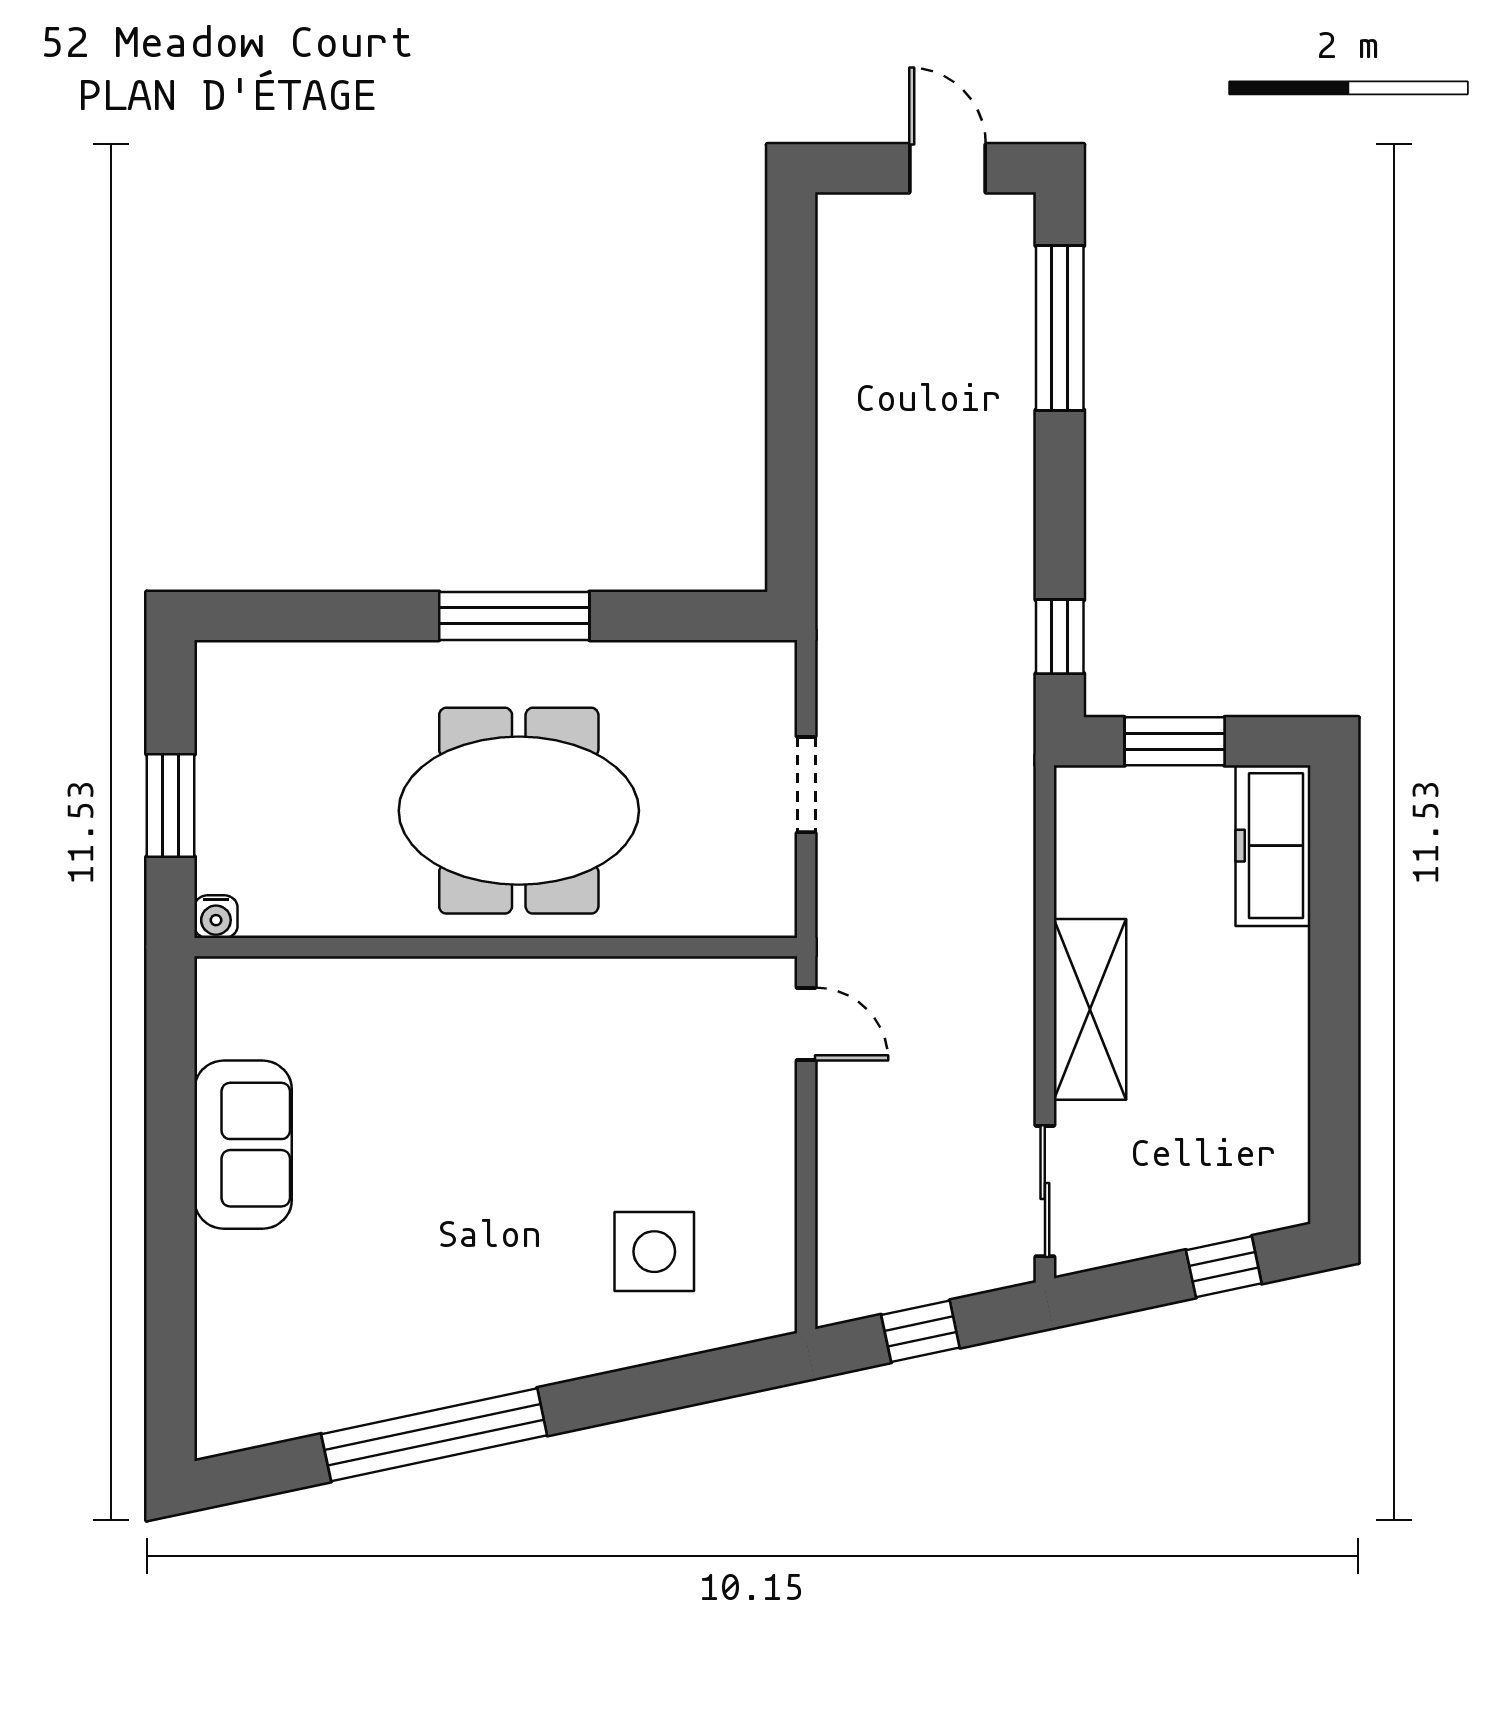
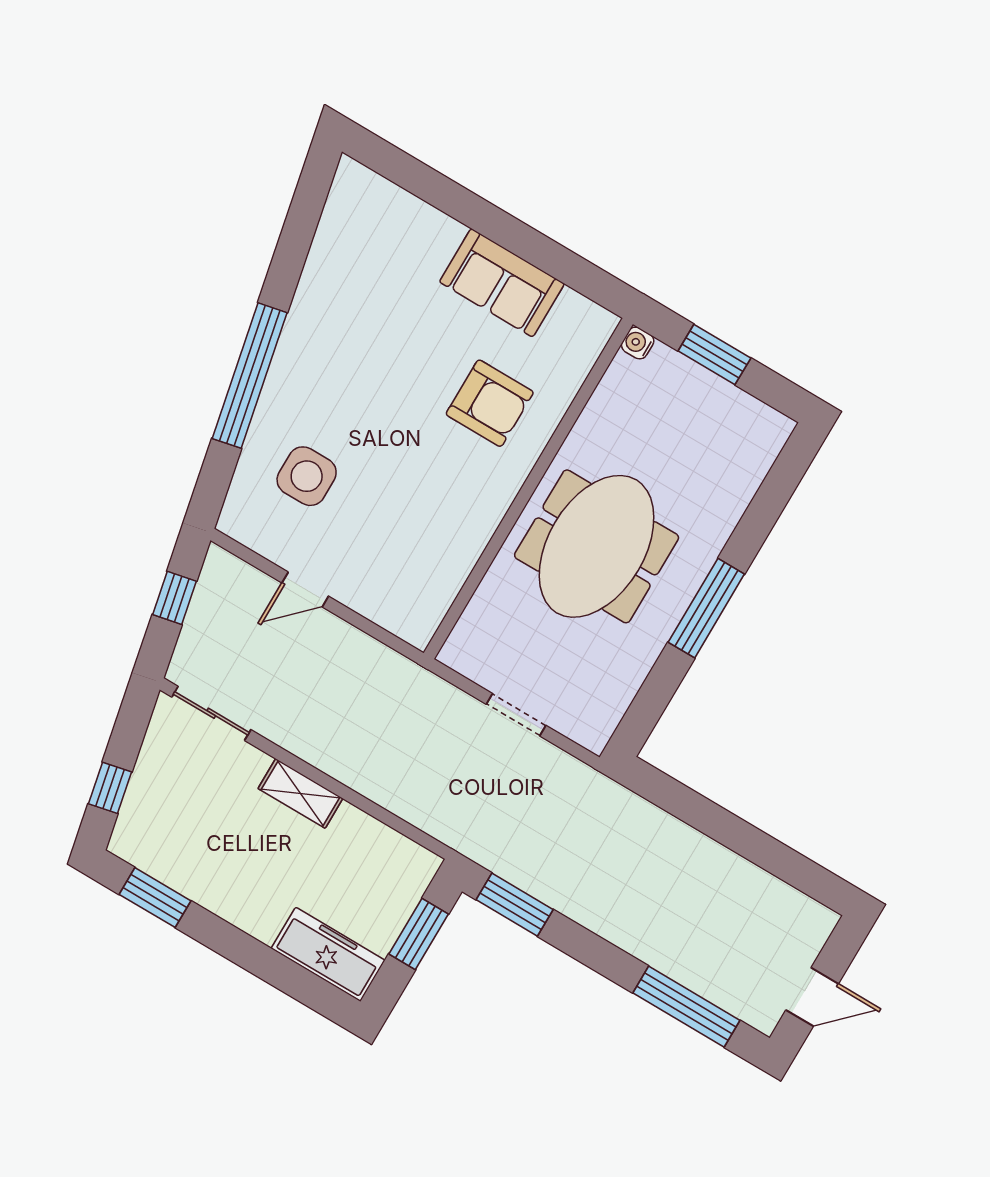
window: (1060, 637) -> (515, 905), width x1.50
shelving: (1090, 1009) -> (300, 793), width x0.67, depth x0.75
door: (806, 1024) -> (305, 590), moved
armchair: (413, 1066) -> (490, 403), added
window: (1334, 1120) -> (155, 898), added
window: (434, 1435) -> (250, 376), moved

